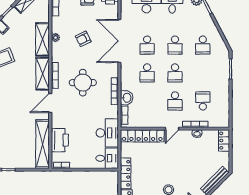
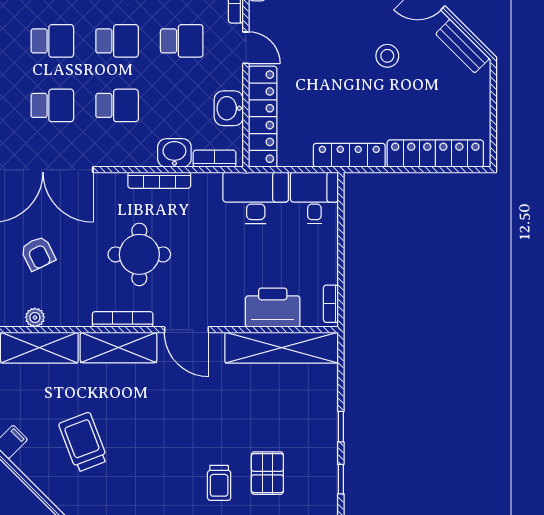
washbasin: (146, 121) -> (229, 108), added

